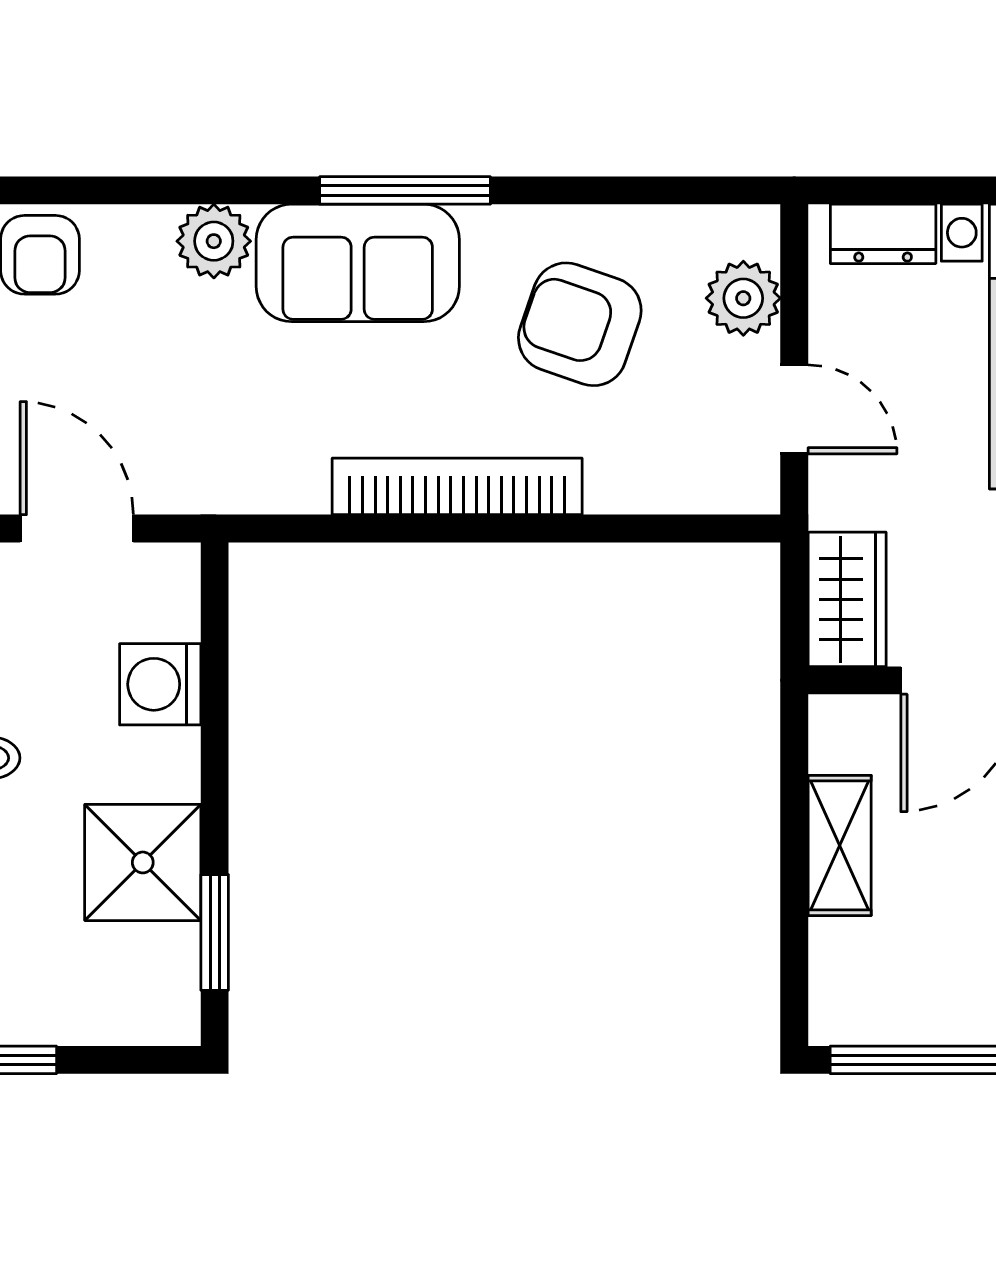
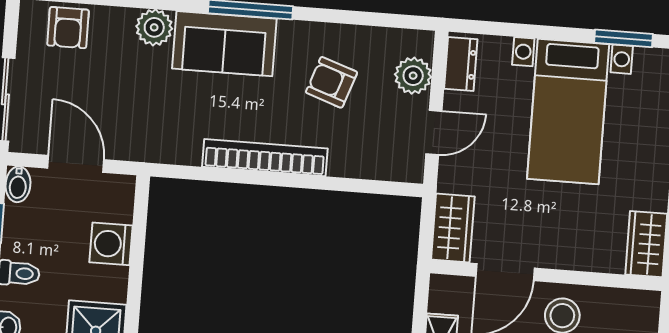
dresser: (883, 234) -> (461, 64), moved, turned -90
armchair: (580, 324) -> (332, 82), width x0.72, depth x0.72
door: (794, 409) -> (434, 132), hinge flipped

